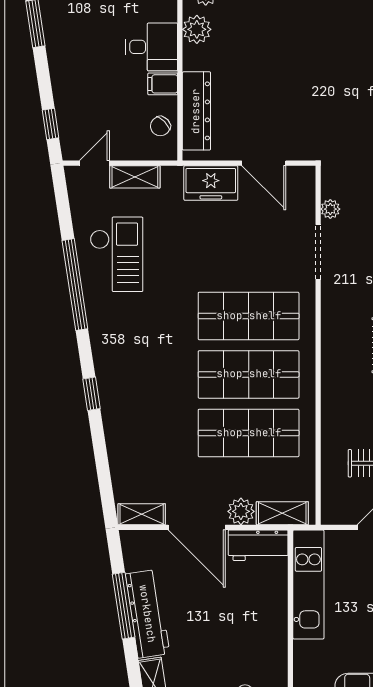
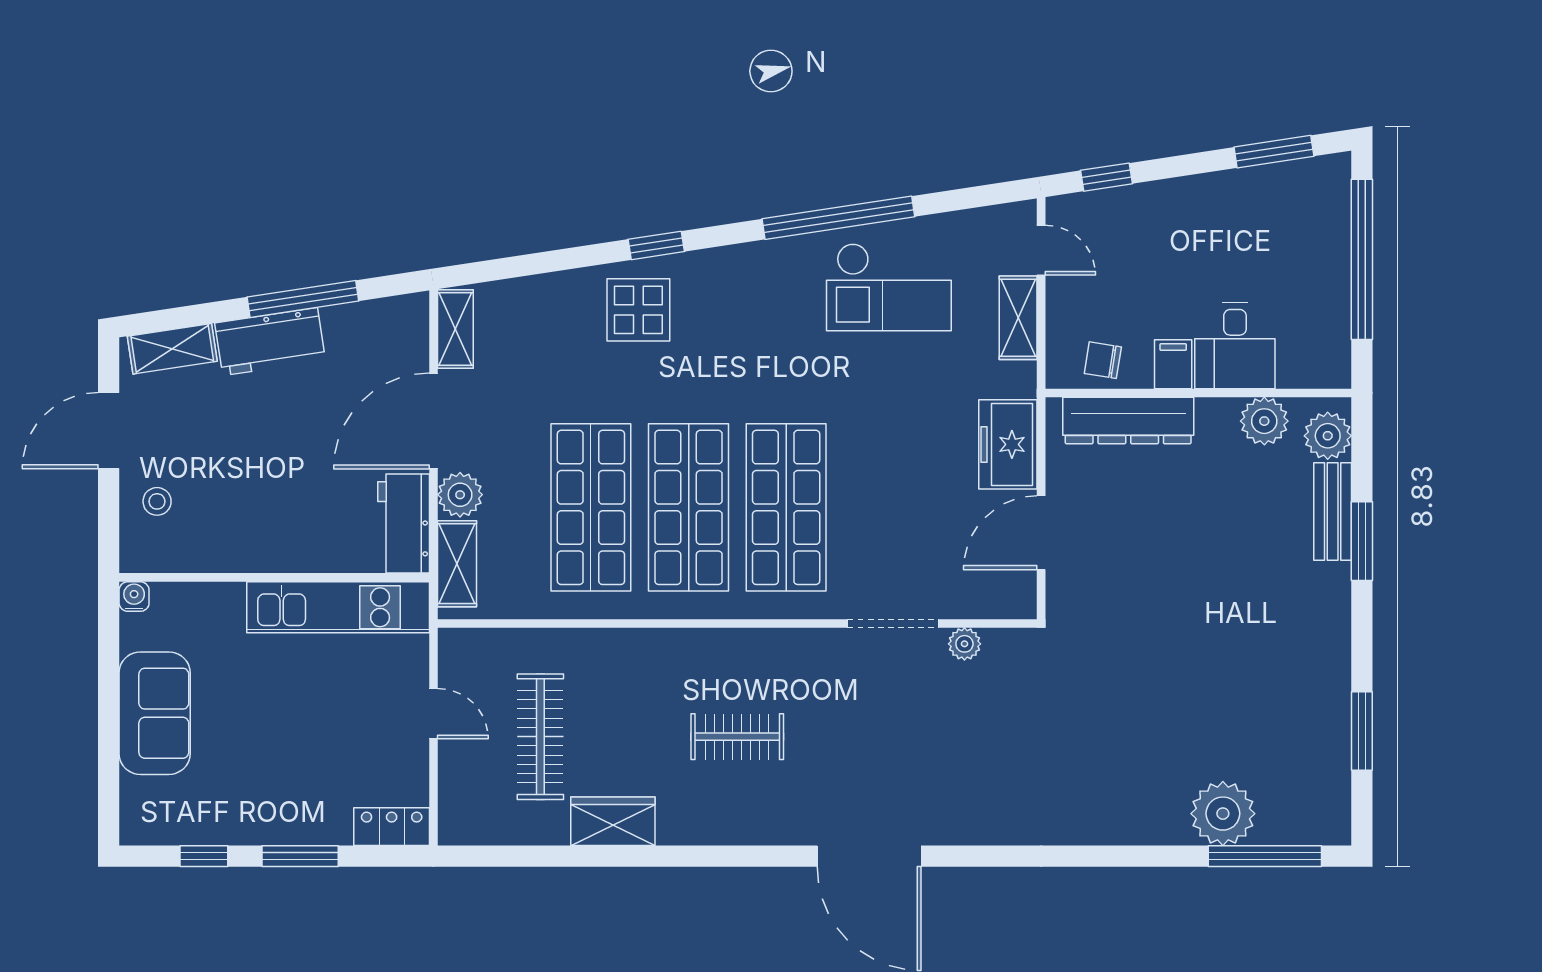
chair: (160, 126) -> (1103, 360), turned -37
display table: (130, 405) -> (638, 310), added
workbench: (147, 614) -> (270, 342), width x0.73

